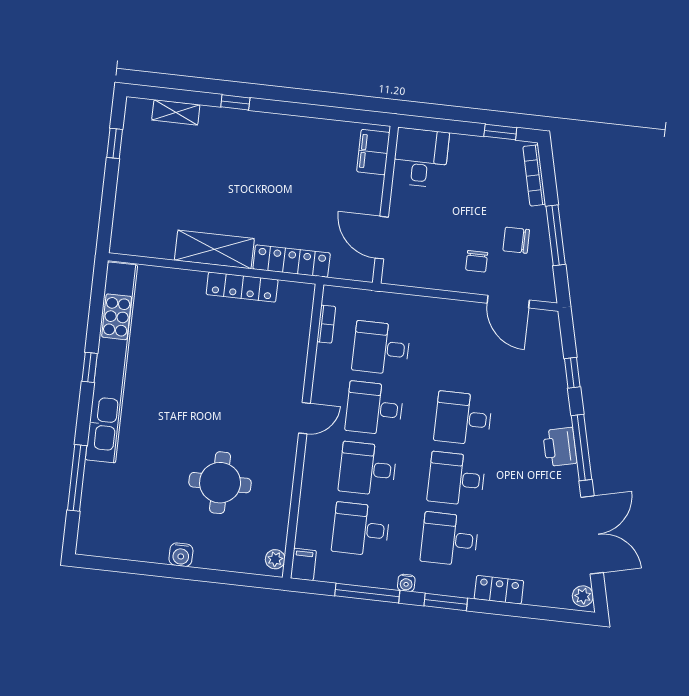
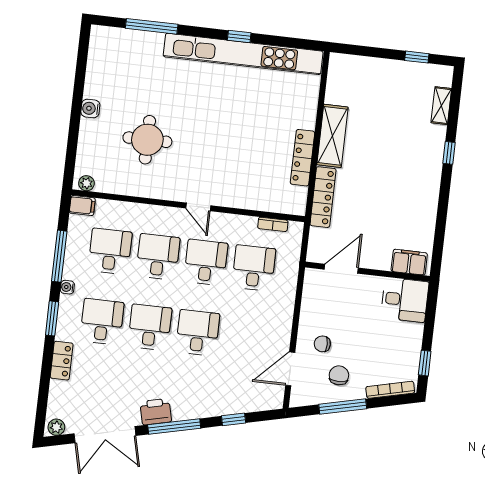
printer: (560, 447) -> (156, 412), moved

